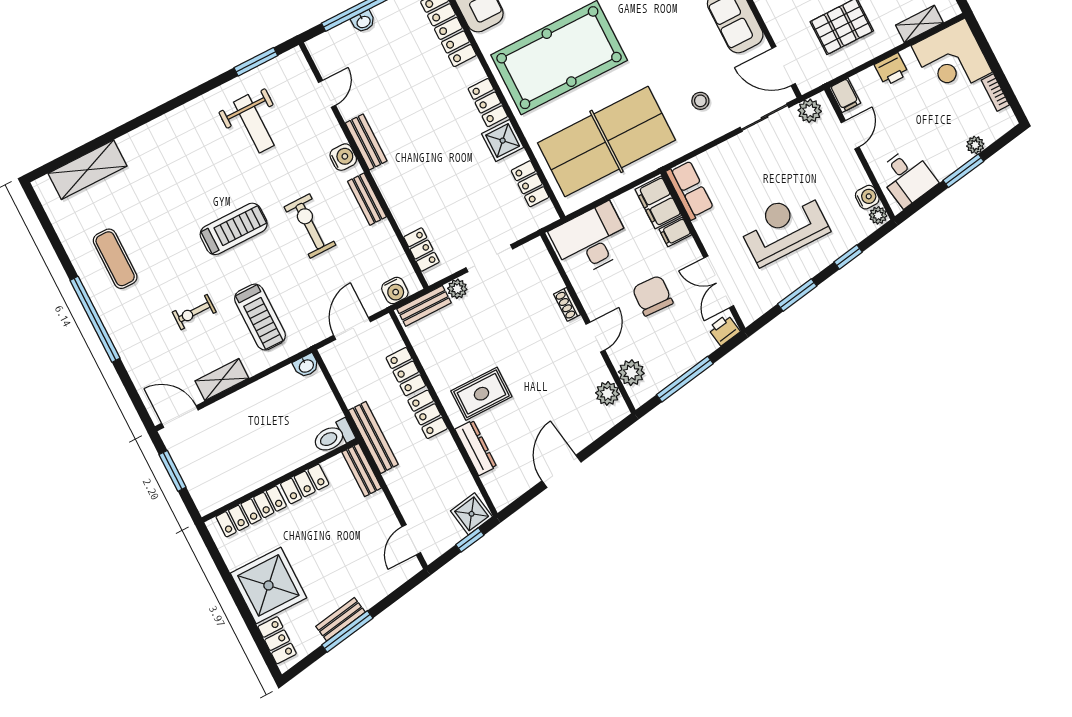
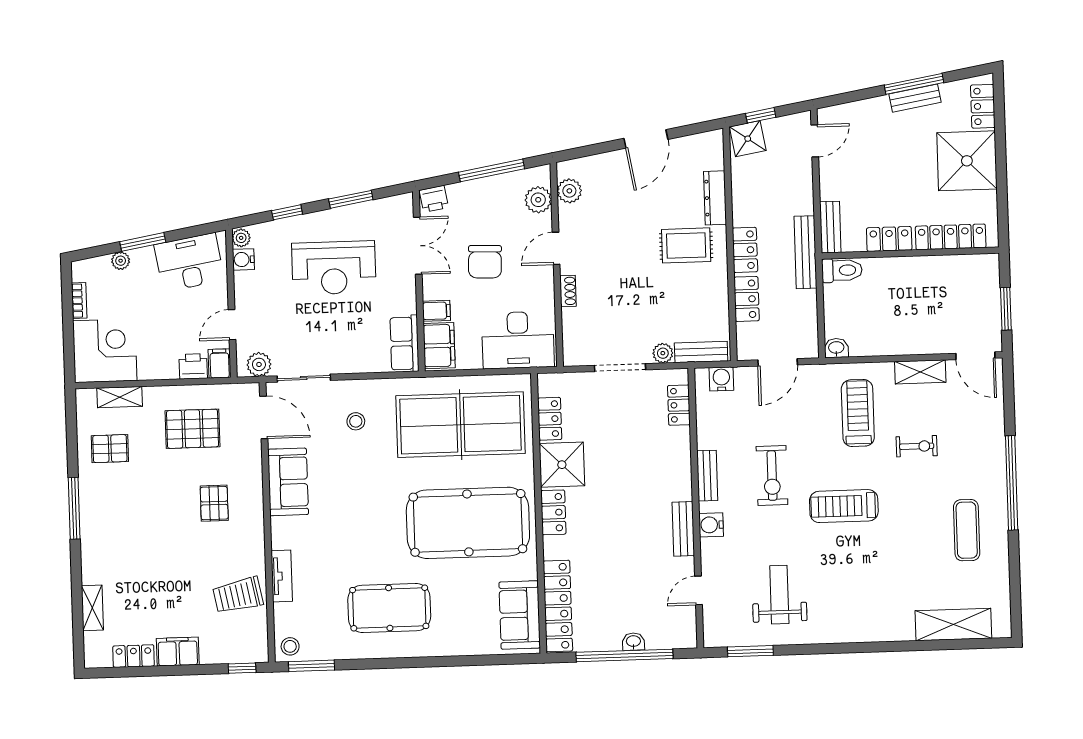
printer: (891, 69) -> (193, 366), moved
shower: (503, 141) -> (562, 465), width x1.36, depth x1.36
desk: (907, 177) -> (189, 262), width x1.37

